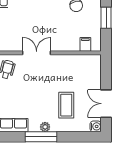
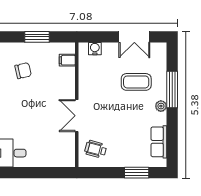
water cooler: (96, 126) -> (95, 49), moved
window: (41, 137) -> (172, 90), moved

